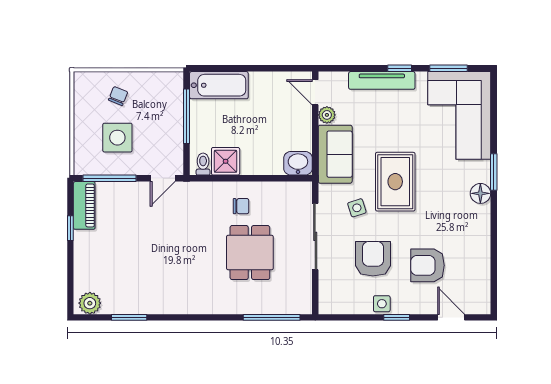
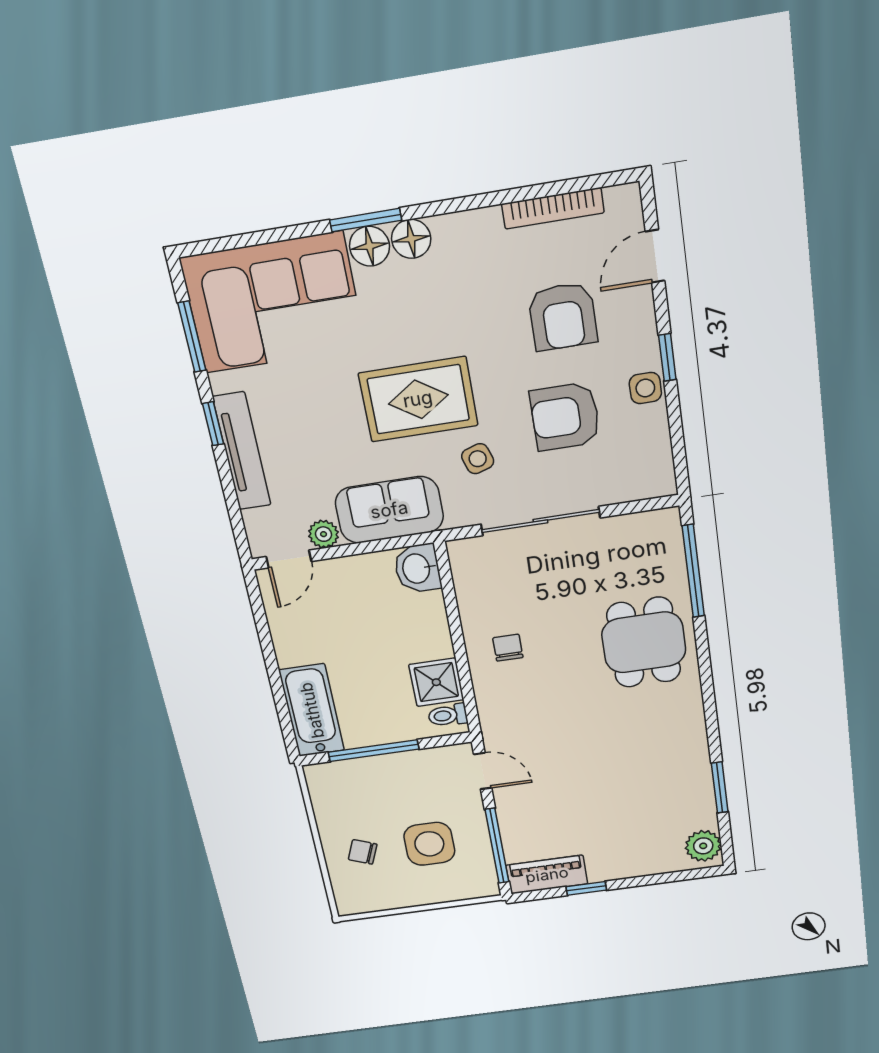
floor lamp: (480, 171) -> (370, 246), added
dining table: (250, 253) -> (644, 642), moved, turned 90
bookcase: (484, 268) -> (553, 208), added

